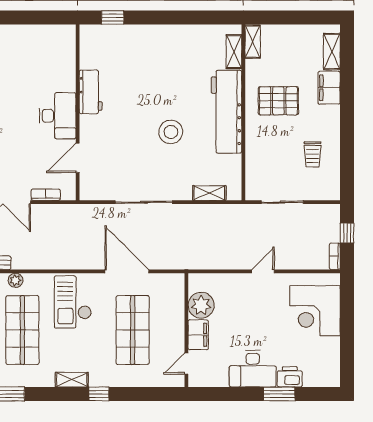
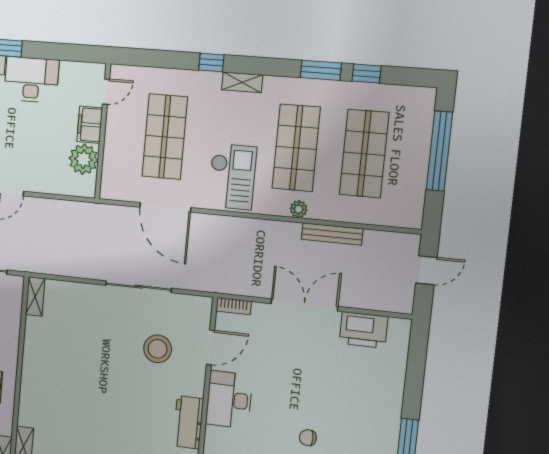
workbench: (226, 112) -> (37, 380), removed
stool: (171, 132) -> (158, 349), moved
shelving: (209, 193) -> (35, 297), moved, turned 90
bookcase: (46, 195) -> (234, 306), moved

